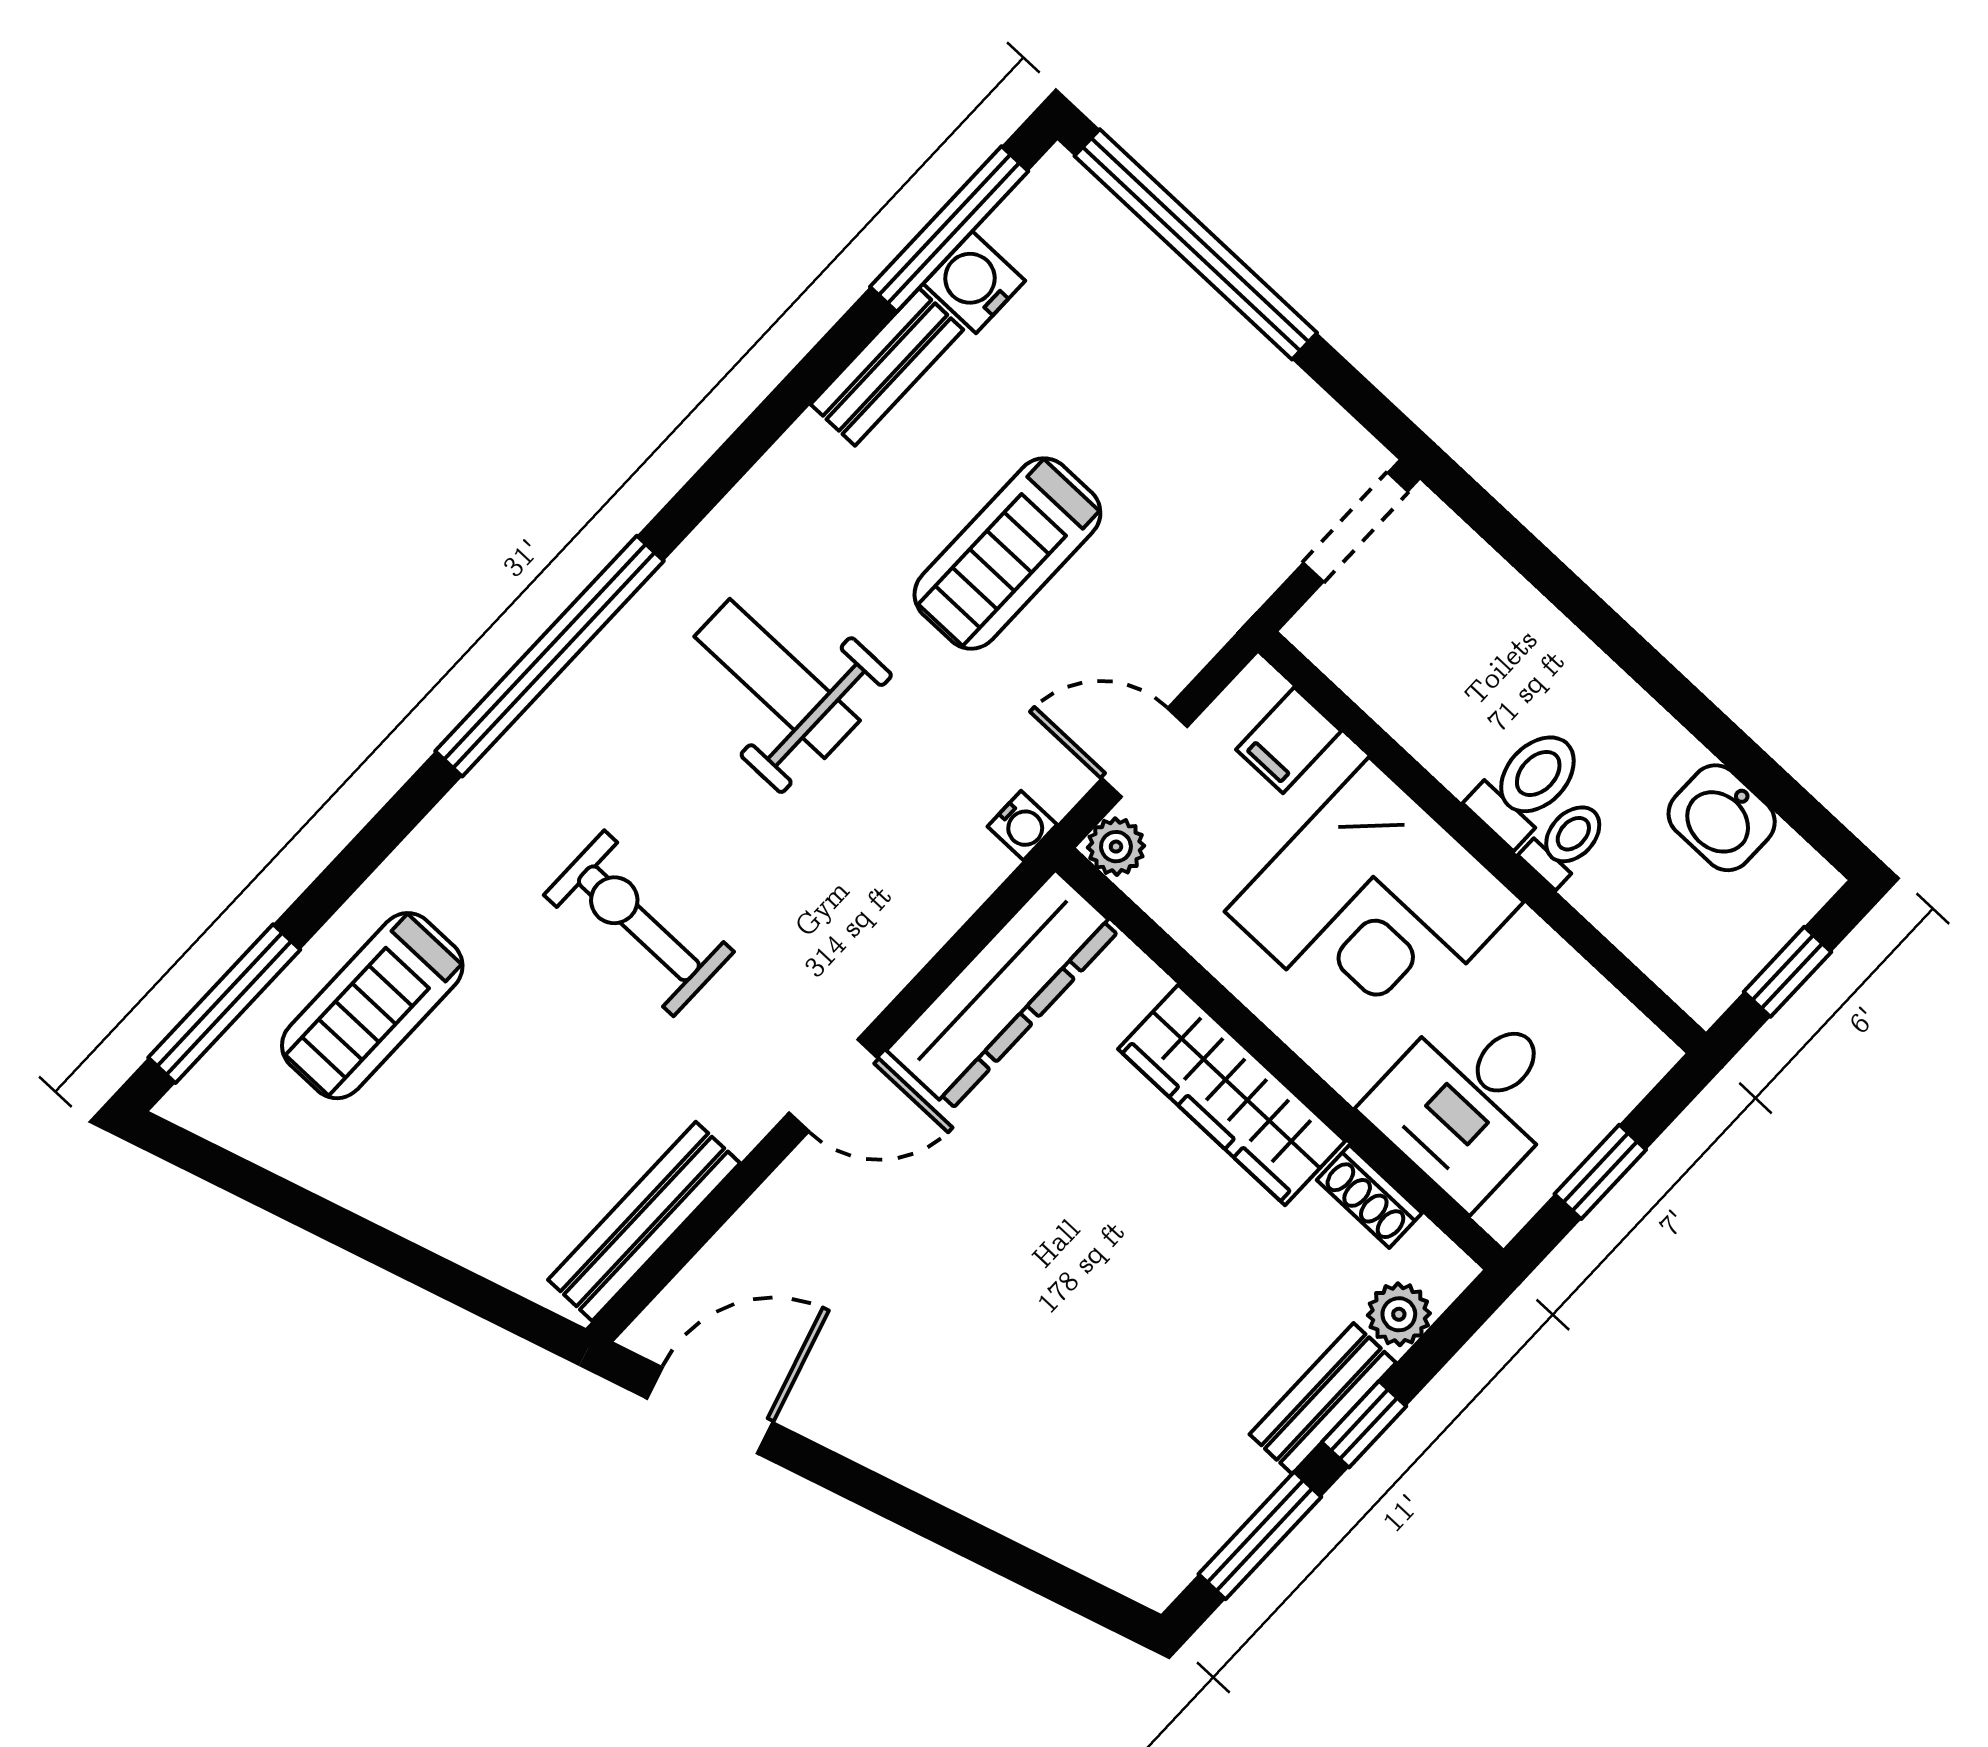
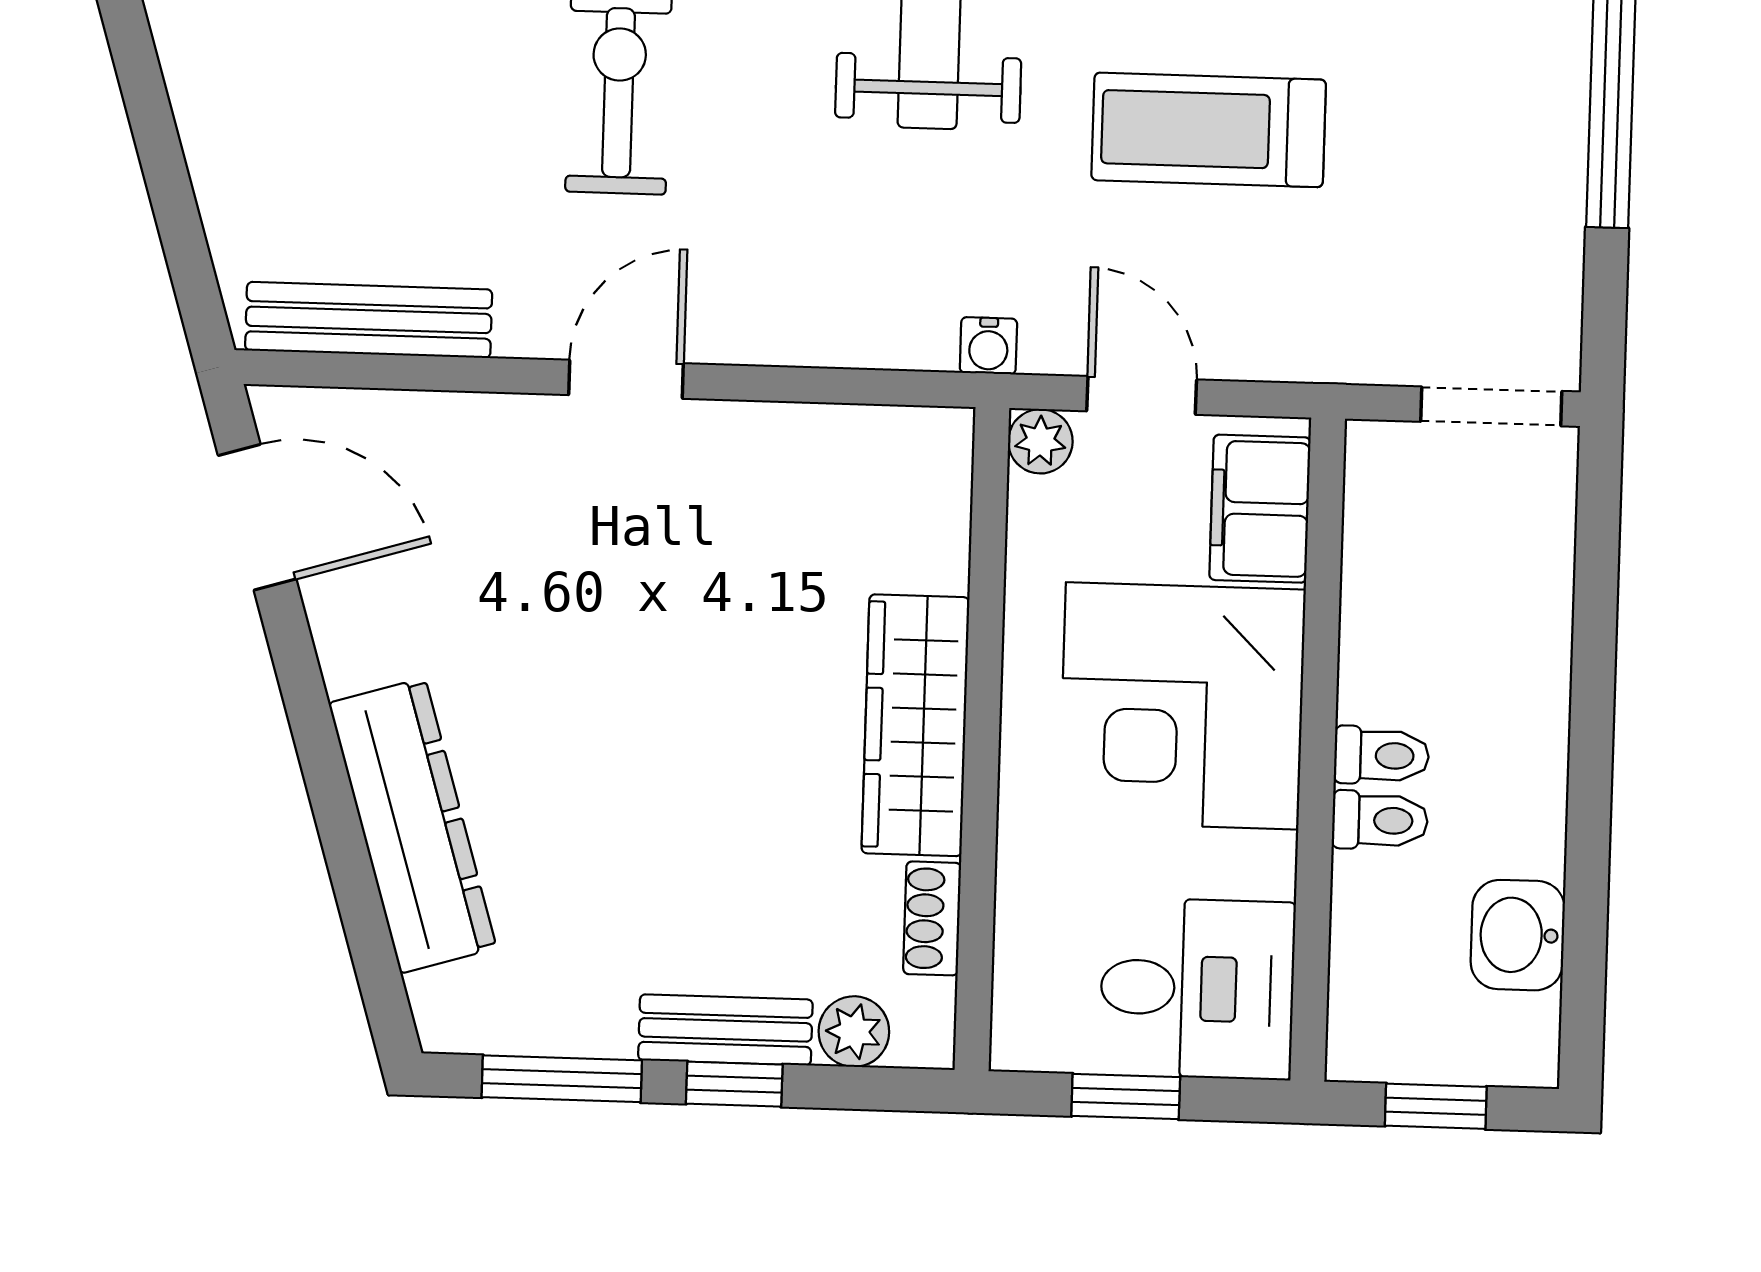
filing cabinet: (1289, 740) -> (1260, 509), width x2.00
toilet: (1527, 785) -> (1381, 756), width x0.73, depth x0.72
dresser: (1003, 990) -> (413, 826), moved, turned -107
door: (833, 1085) -> (626, 379), swing flipped
desk: (1470, 1101) -> (1197, 989), moved, turned 180

